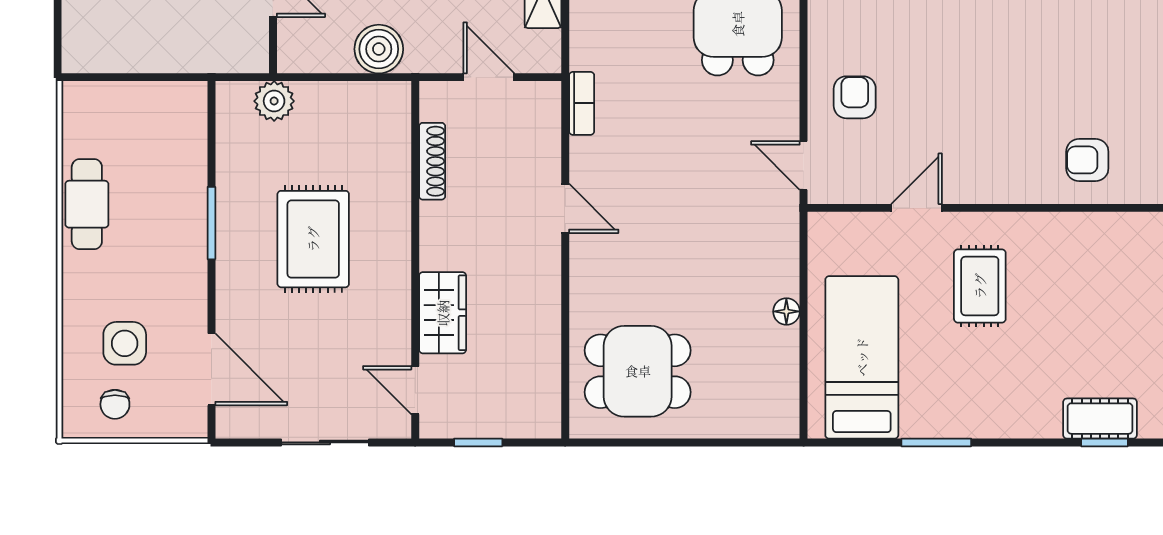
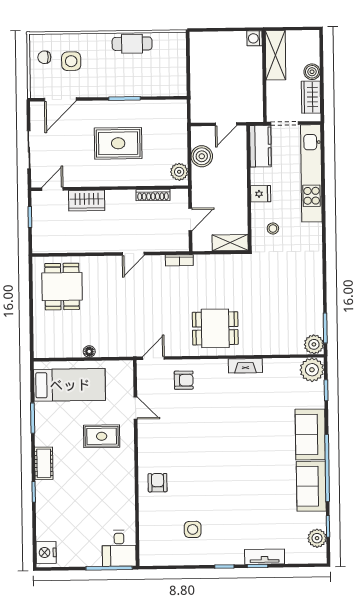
boiler: (379, 49) -> (202, 156), moved
plant: (274, 101) -> (179, 172), moved
cot: (1100, 419) -> (44, 463), moved

